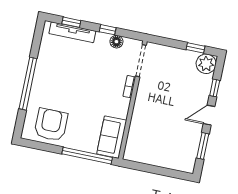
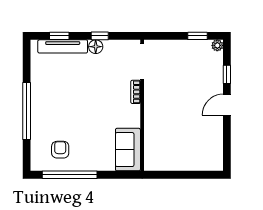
floor lamp: (116, 42) -> (96, 47), moved
plant: (206, 64) -> (217, 45), width x0.53, depth x0.53
armchair: (51, 125) -> (60, 150), width x0.53, depth x0.53
window: (203, 146) -> (227, 139), removed
window: (87, 156) -> (70, 175), moved

